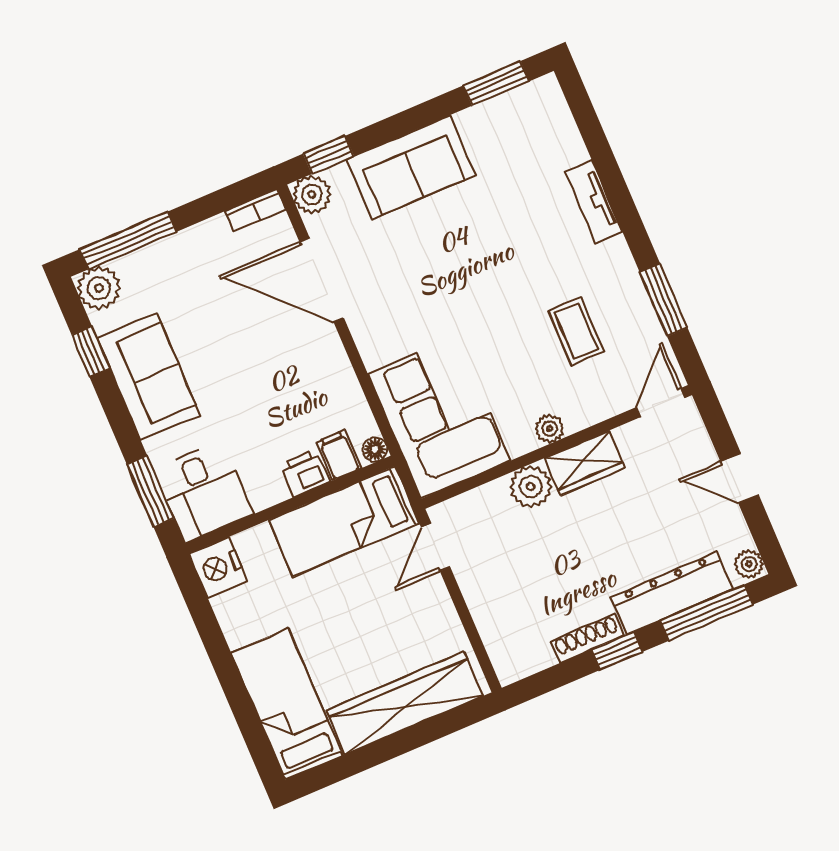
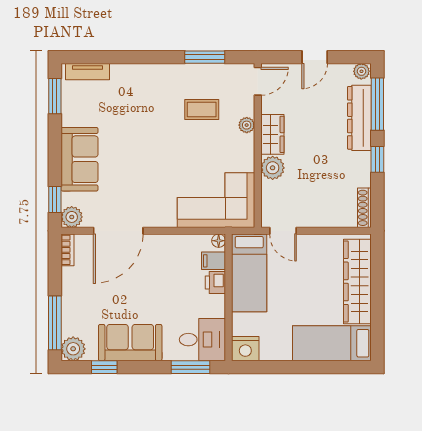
tv unit: (594, 202) -> (88, 72), moved
door: (661, 403) -> (258, 81), swing flipped
plant: (550, 429) -> (247, 125), moved
shoe rack: (587, 639) -> (364, 208), moved

